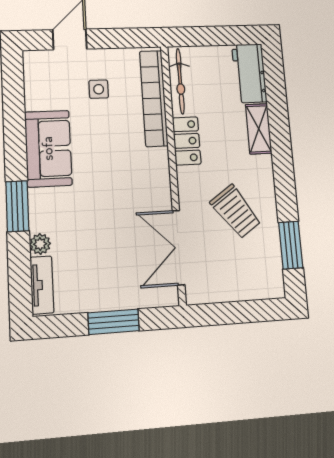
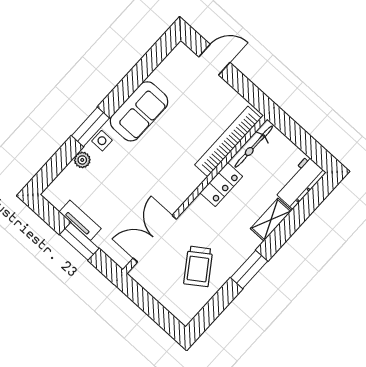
side table: (99, 89) -> (102, 141), moved
trolley: (236, 211) -> (198, 266), moved
window: (291, 245) -> (249, 269), moved
tv unit: (42, 285) -> (80, 220), moved, turned -90

